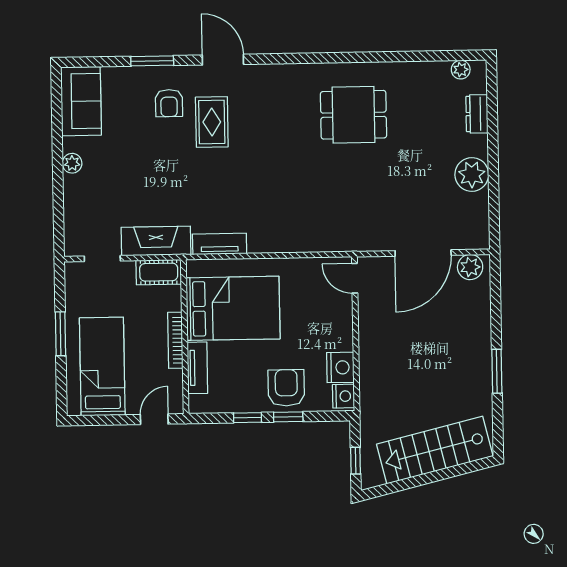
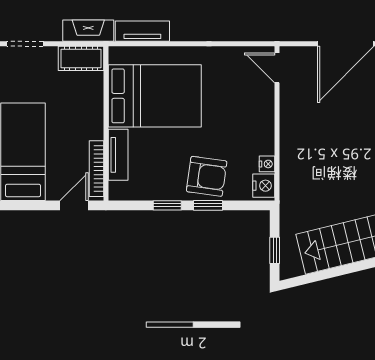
fireplace: (156, 241) -> (88, 31), width x0.73, depth x0.76
bookcase: (175, 340) -> (96, 169), moved
nightstand: (340, 367) -> (267, 164), width x0.53, depth x0.56
armchair: (286, 388) -> (207, 176), turned 98

